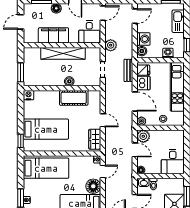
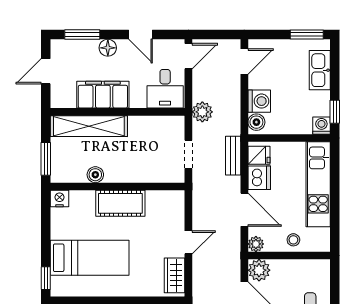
shelving: (63, 53) -> (89, 126), moved
washing machine: (168, 53) -> (321, 126), moved
boiler: (69, 81) -> (95, 175), moved
cot: (74, 98) -> (120, 203), moved
door: (103, 120) -> (188, 242), hinge flipped

